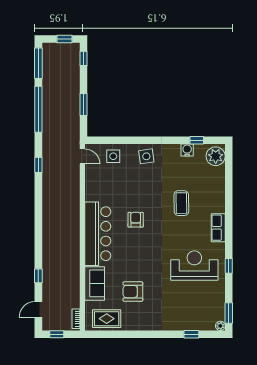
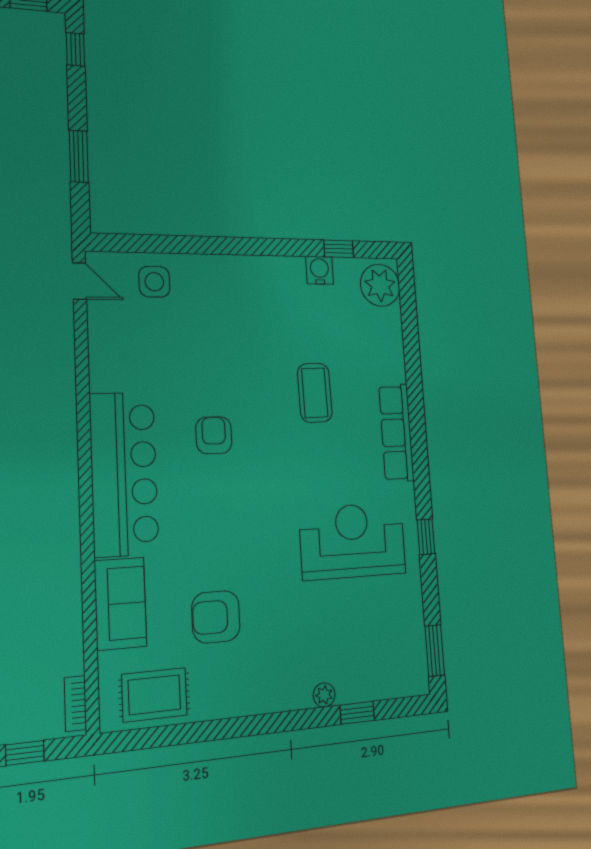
side table: (146, 156) -> (231, 283), removed
row of seats: (218, 228) -> (396, 433), width x1.48
plant: (220, 326) -> (324, 695), moved

